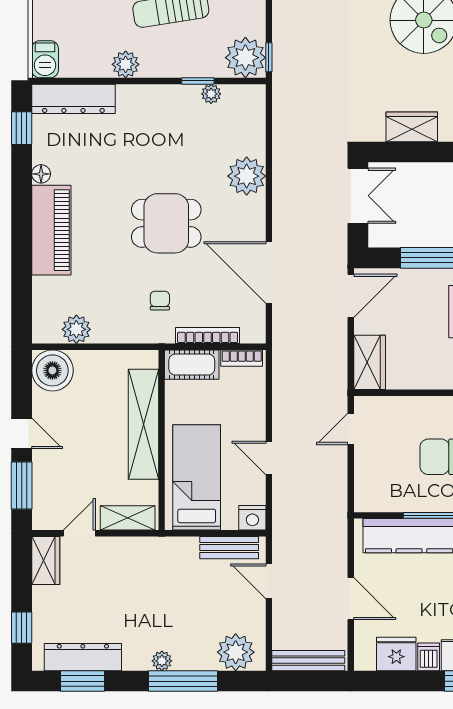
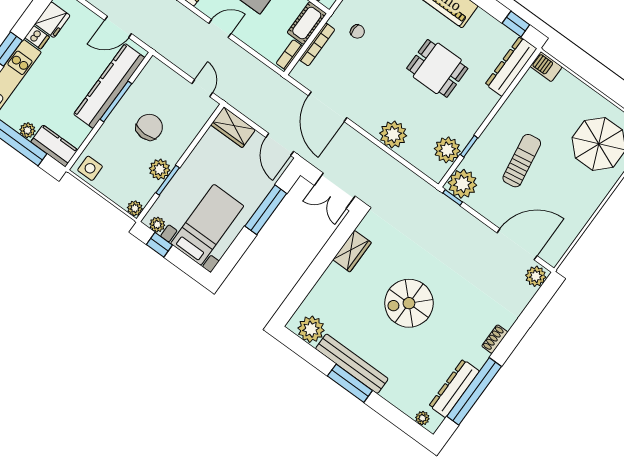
plant: (126, 64) -> (509, 111), removed
plant: (211, 94) -> (447, 150), width x1.88, depth x1.88
floor lamp: (41, 174) -> (481, 16), removed
dining table: (166, 223) -> (437, 68), moved, turned 90
door: (269, 273) -> (328, 107), swing flipped
door: (351, 599) -> (118, 27), moved

